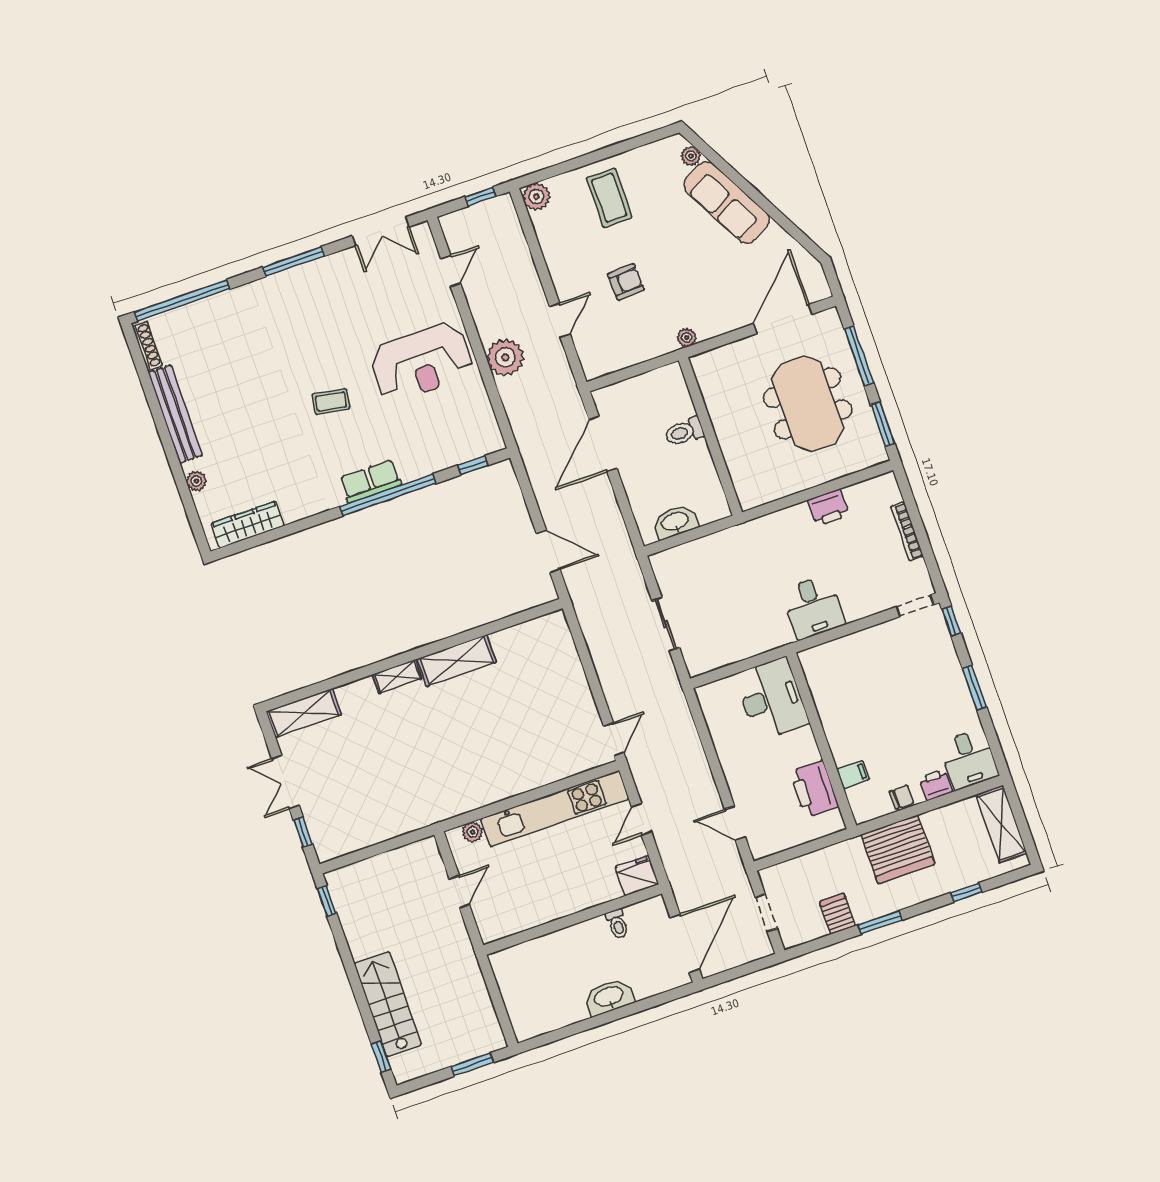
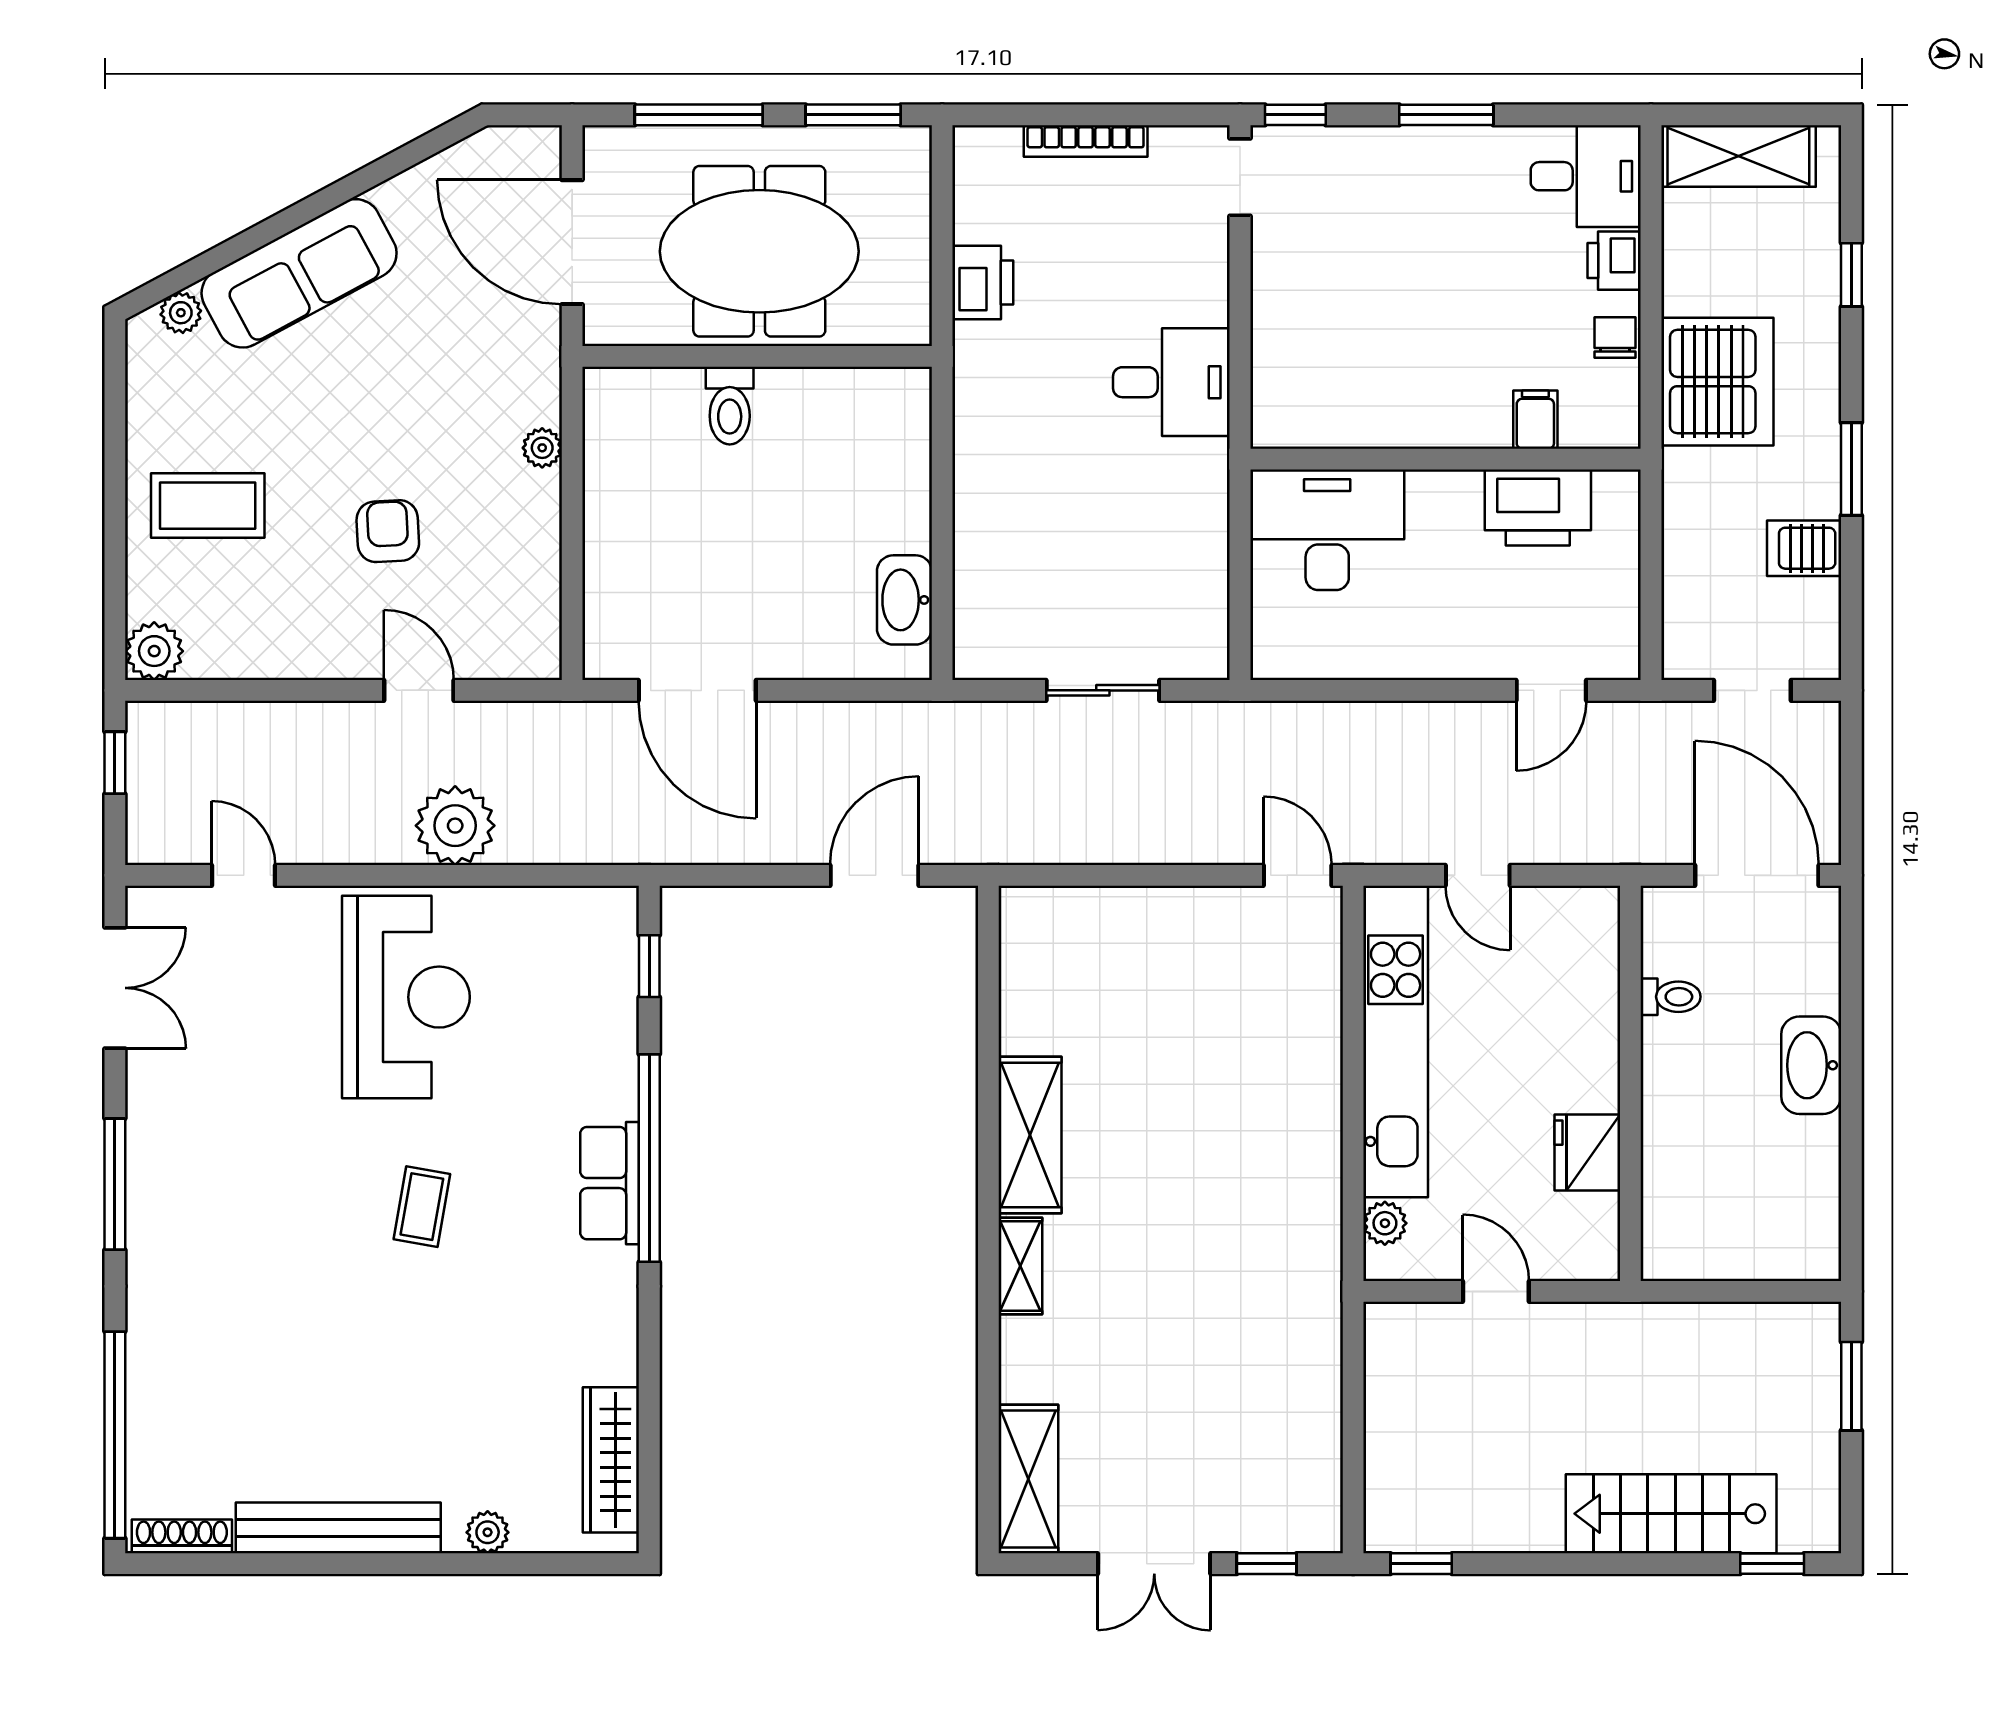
toilet: (684, 432) -> (730, 406), moved
wall: (710, 436) -> (757, 356), moved
fridge: (637, 876) -> (1587, 1152), moved

